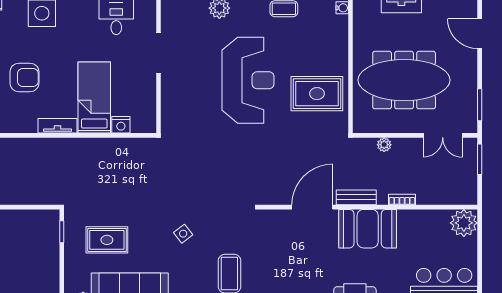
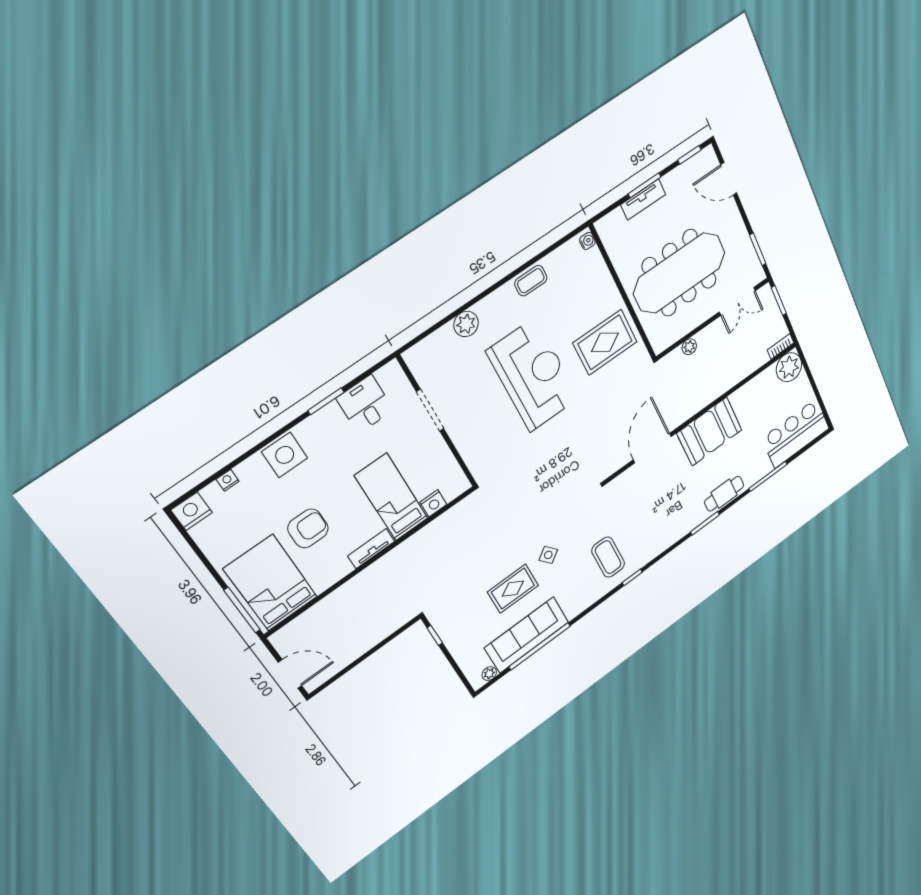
bench: (356, 197) -> (687, 412), removed
bookcase: (402, 200) -> (781, 346), moved
rug: (107, 240) -> (513, 589), moved

